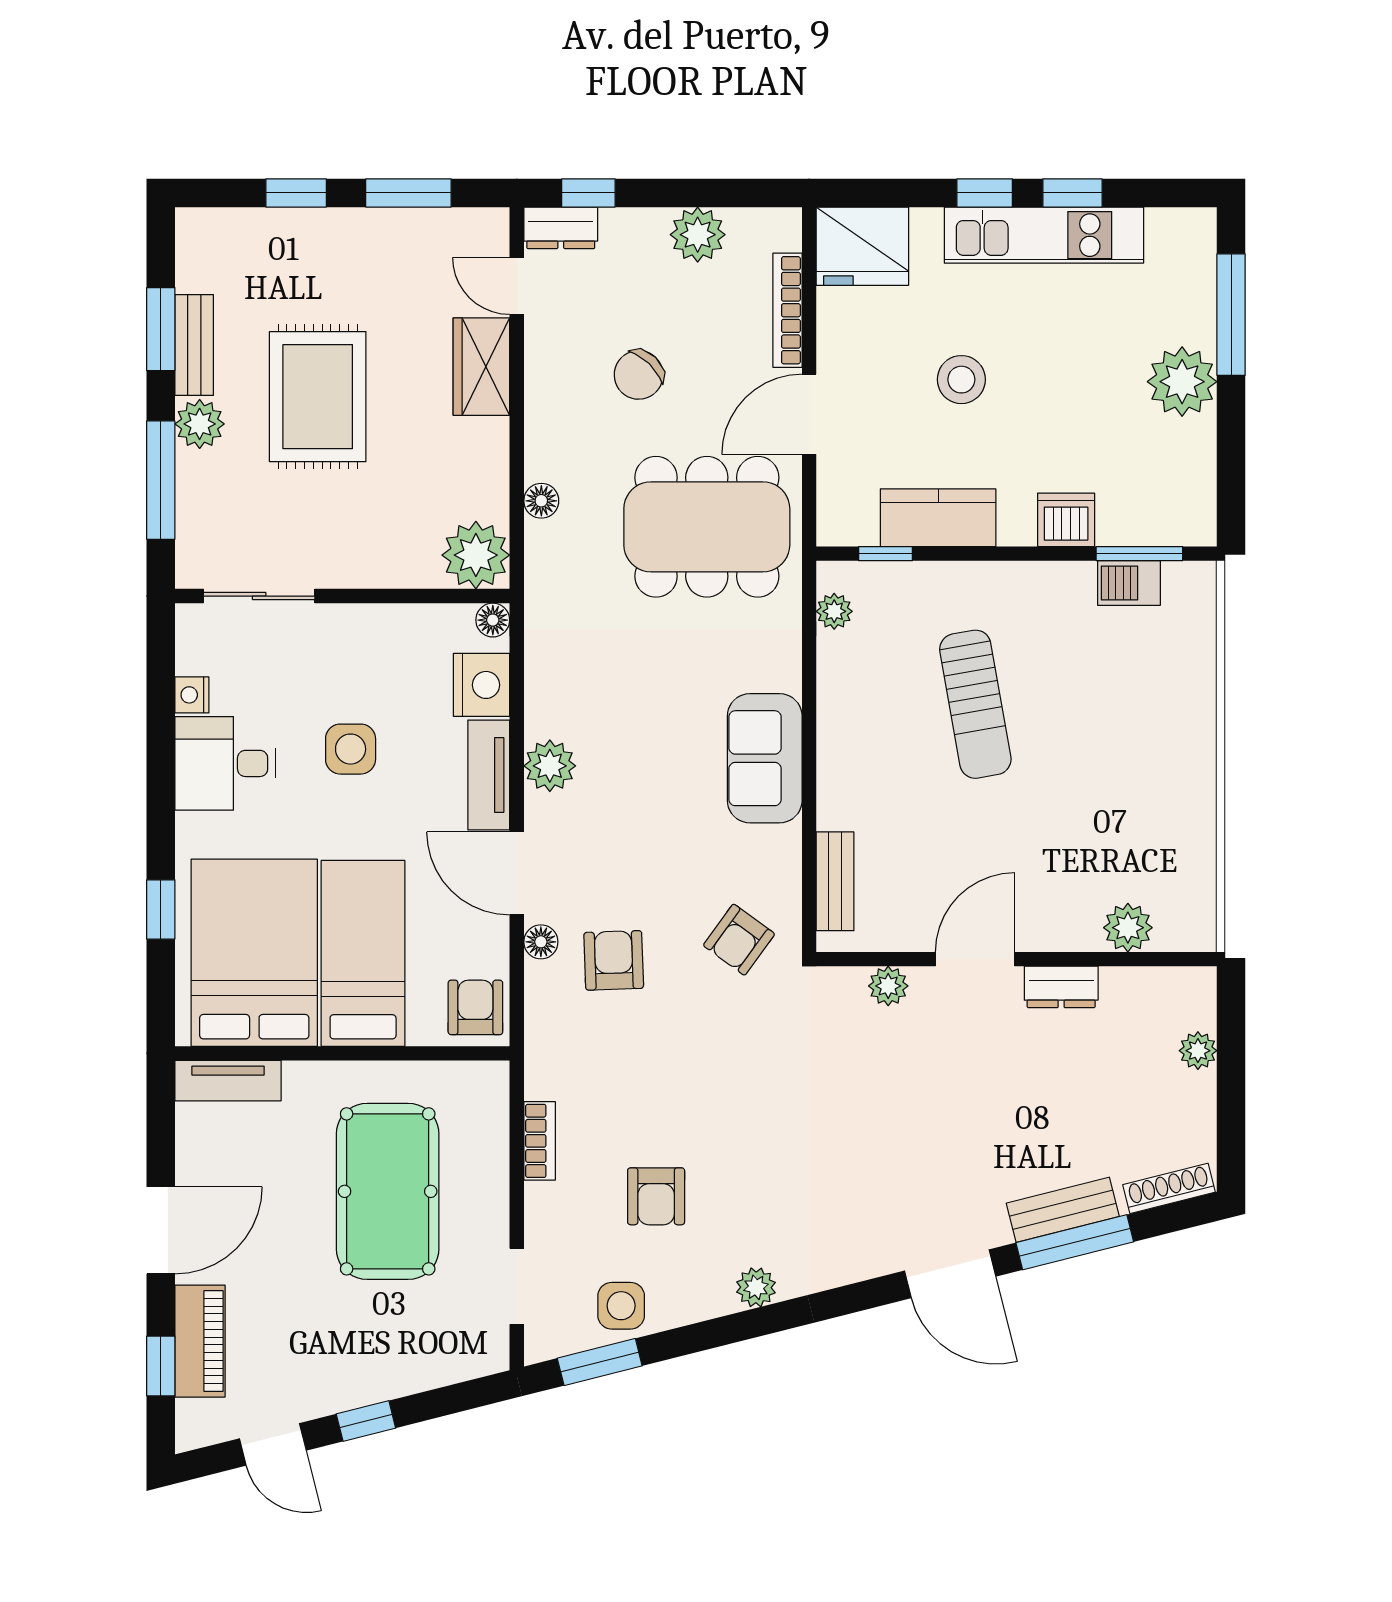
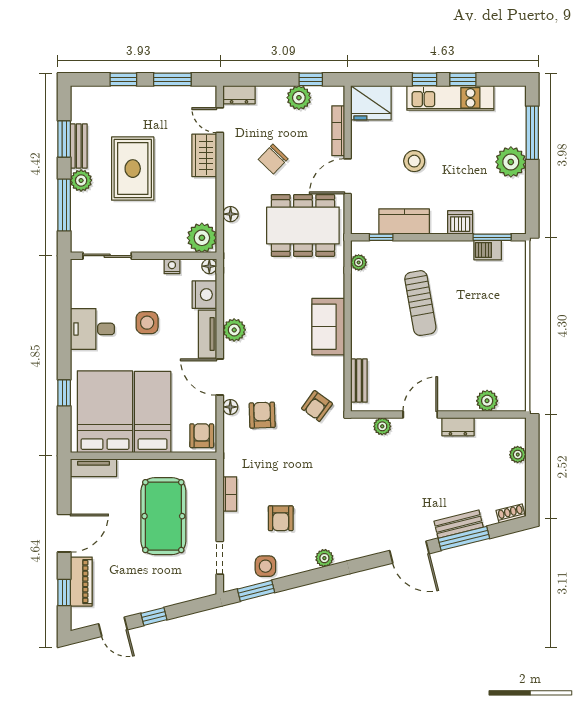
window: (588, 193) -> (311, 79), moved
nightstand: (192, 695) -> (172, 266), moved, turned 90
shoe rack: (1169, 1188) -> (511, 513), width x0.70

